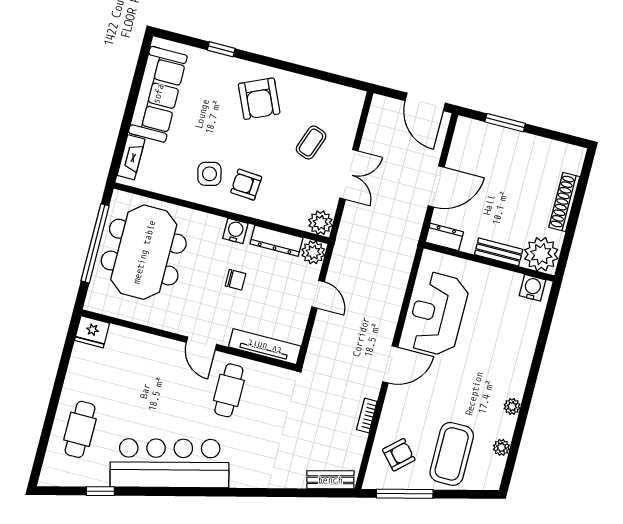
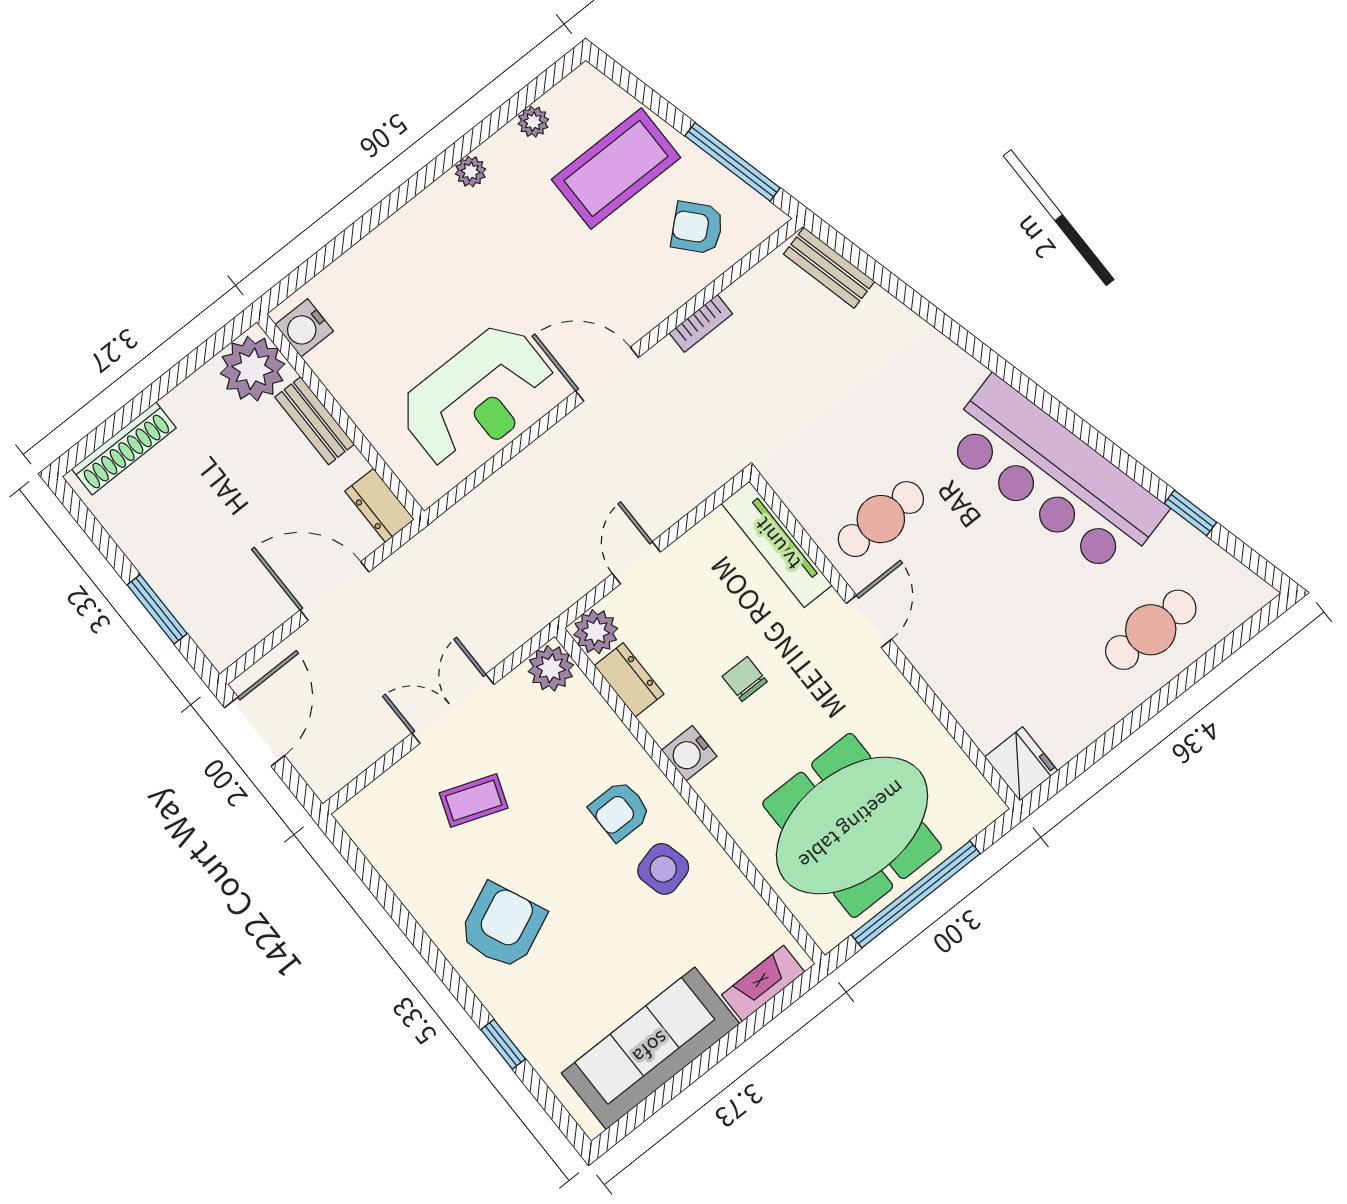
armchair: (246, 185) -> (620, 811), turned 86
shoe rack: (564, 202) -> (124, 448), moved
dresser: (276, 241) -> (629, 680), width x0.70

